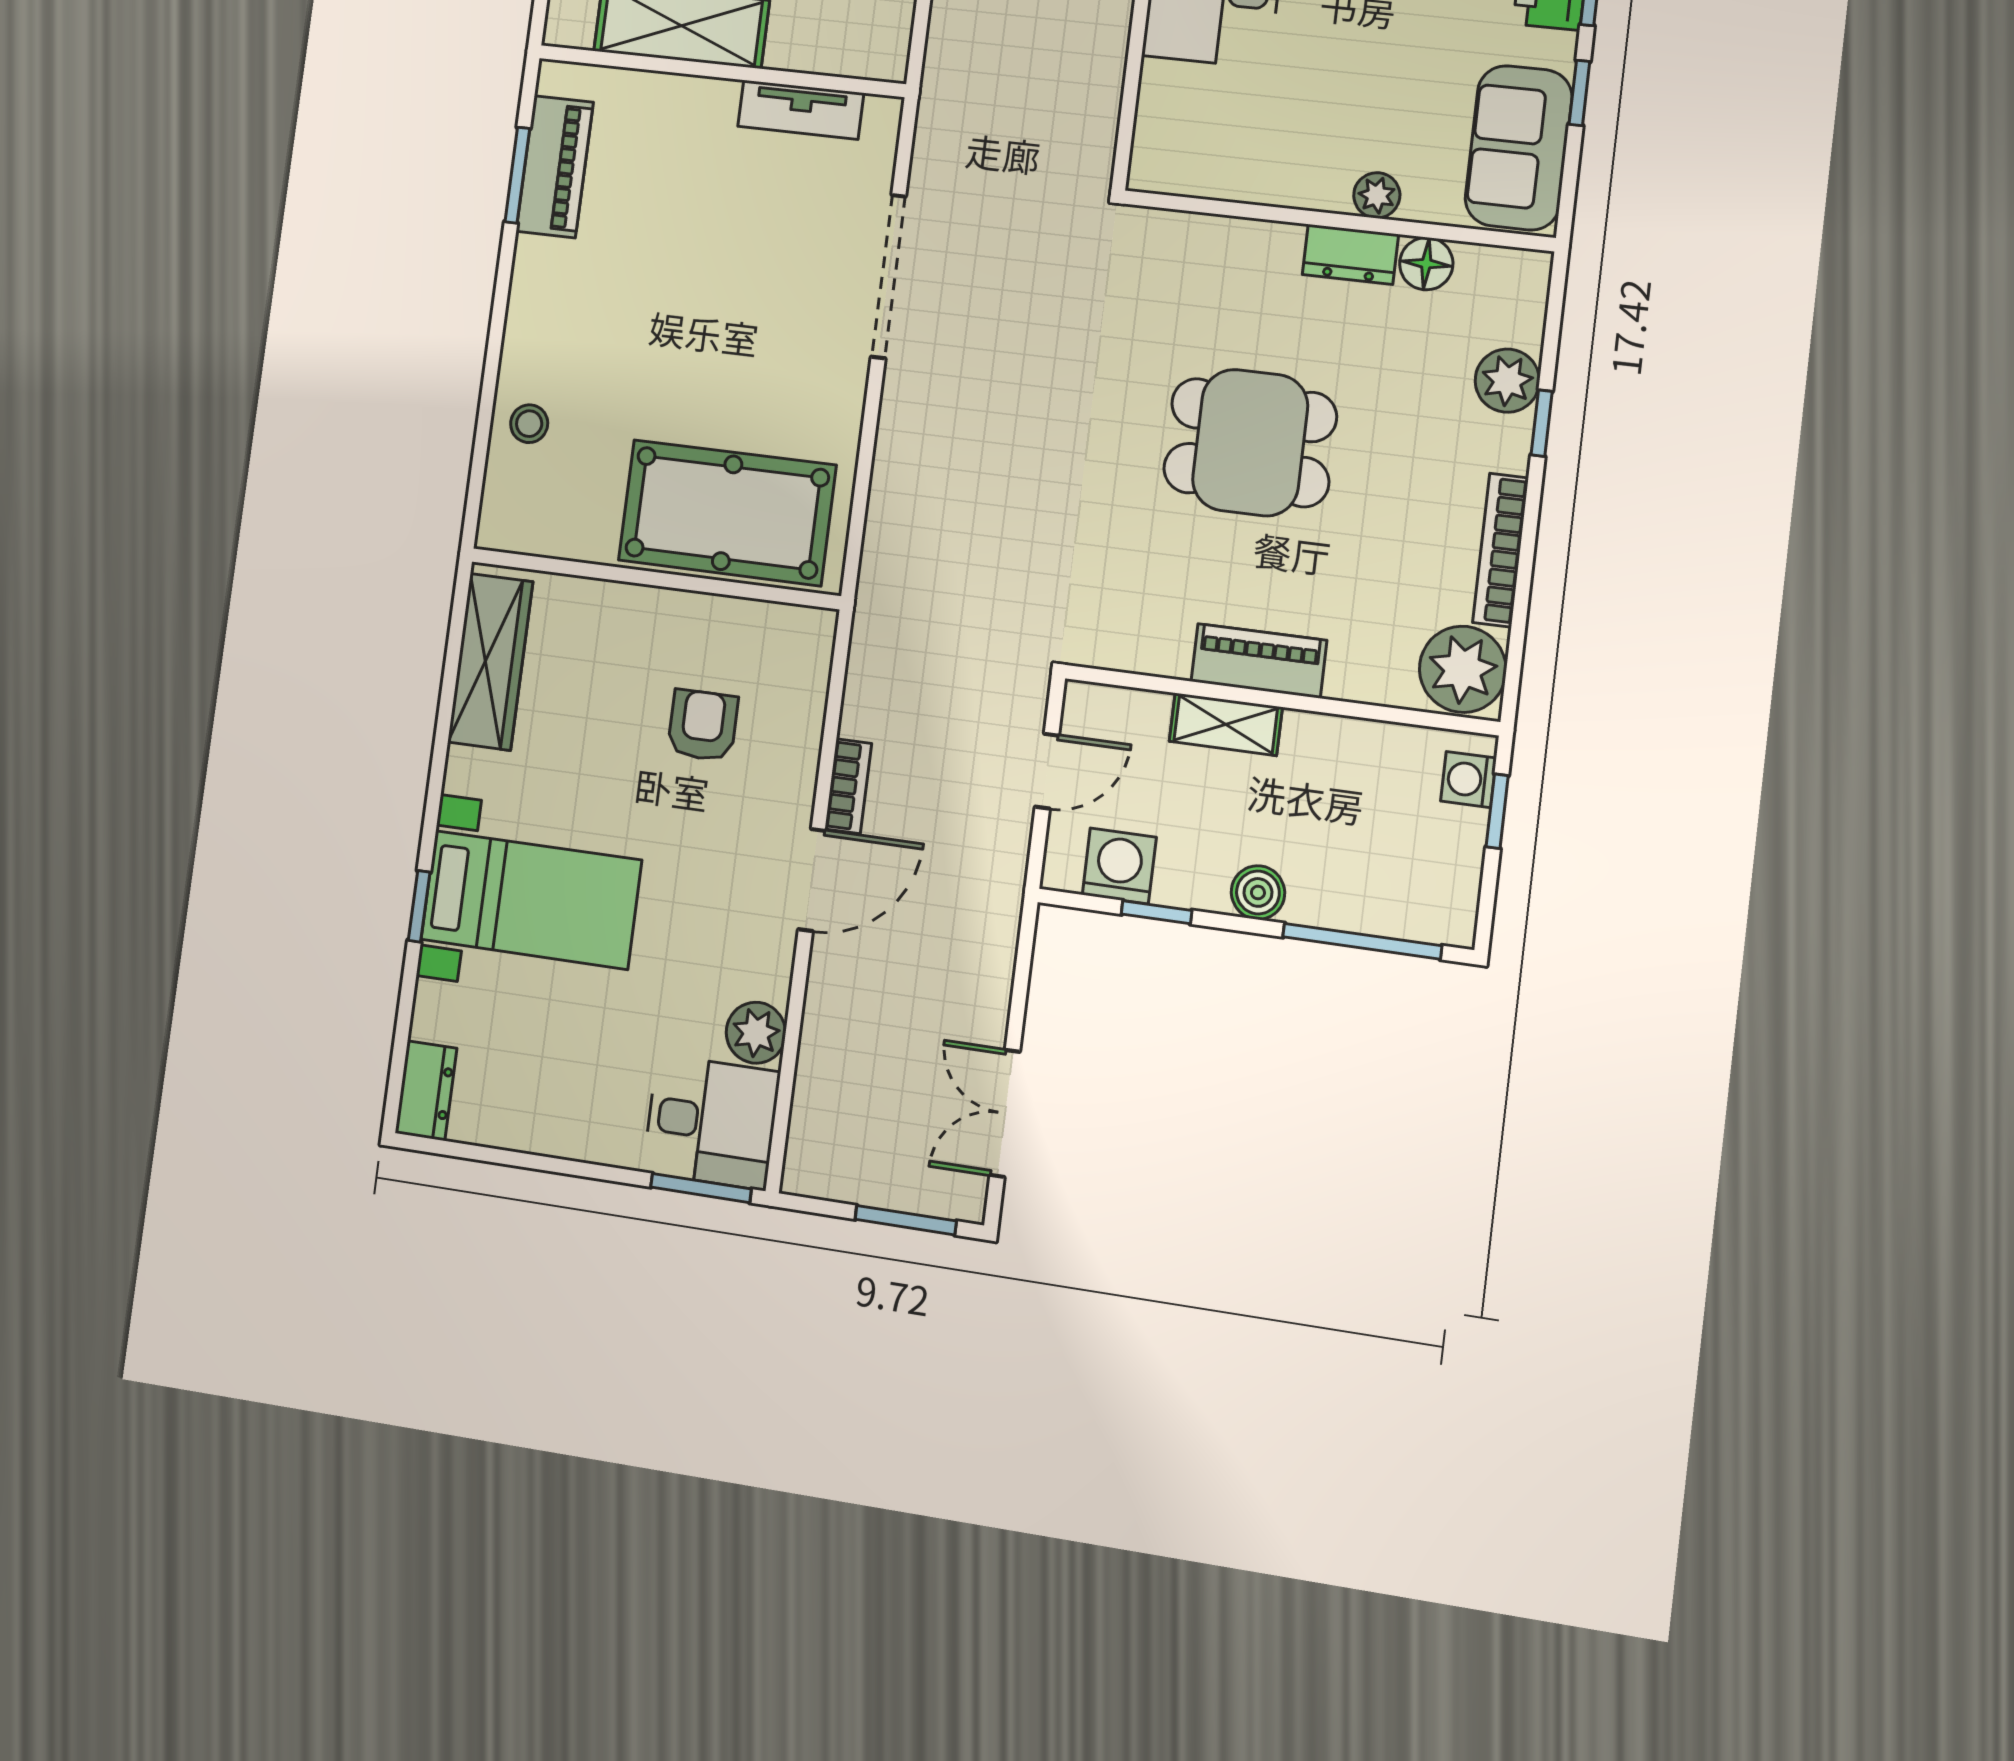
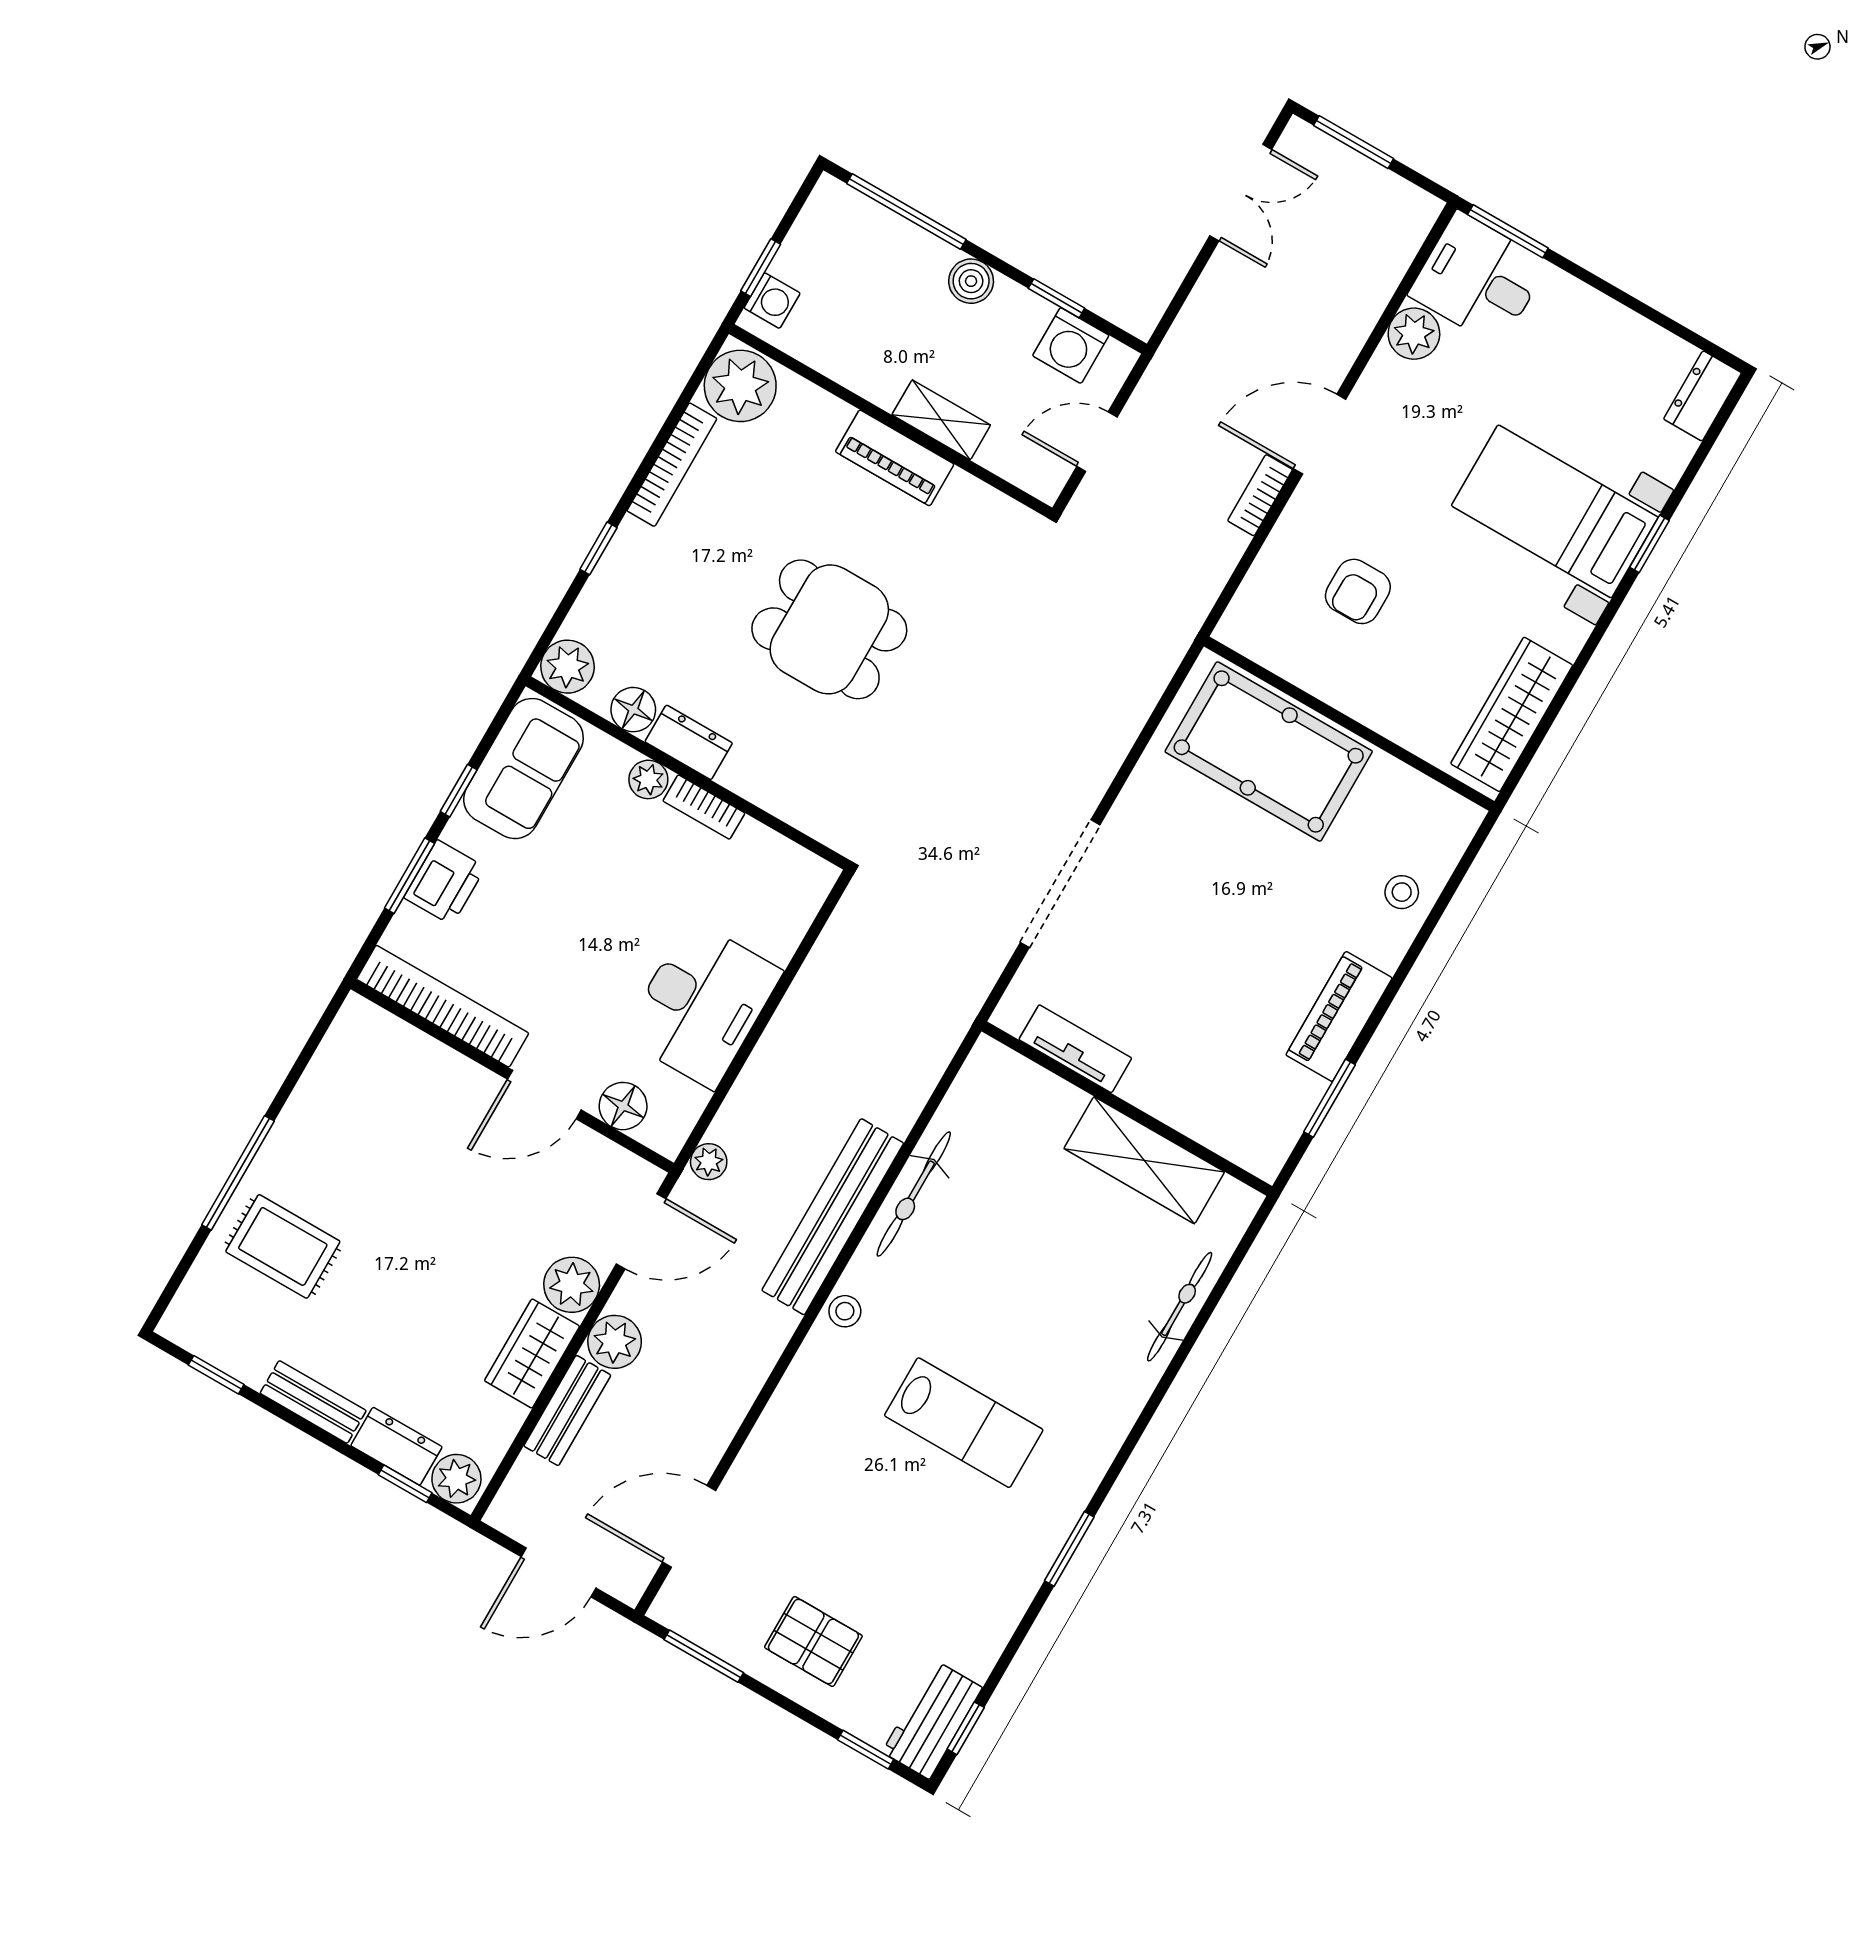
piano: (555, 167) -> (1339, 1016), moved
bookcase: (1304, 192) -> (704, 807), added
plant: (1507, 381) -> (568, 667), moved

